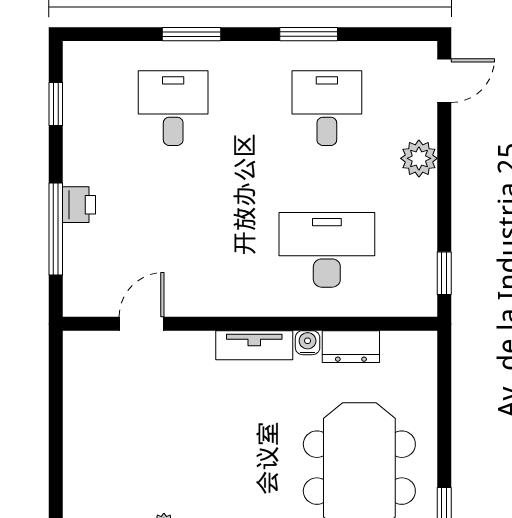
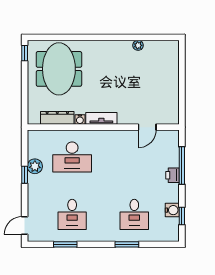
window: (309, 34) -> (65, 244), moved
water cooler: (80, 119) -> (172, 210), added
plant: (419, 158) -> (35, 166), moved
window: (444, 273) -> (25, 175), moved
dresser: (351, 347) -> (57, 118), width x1.44

